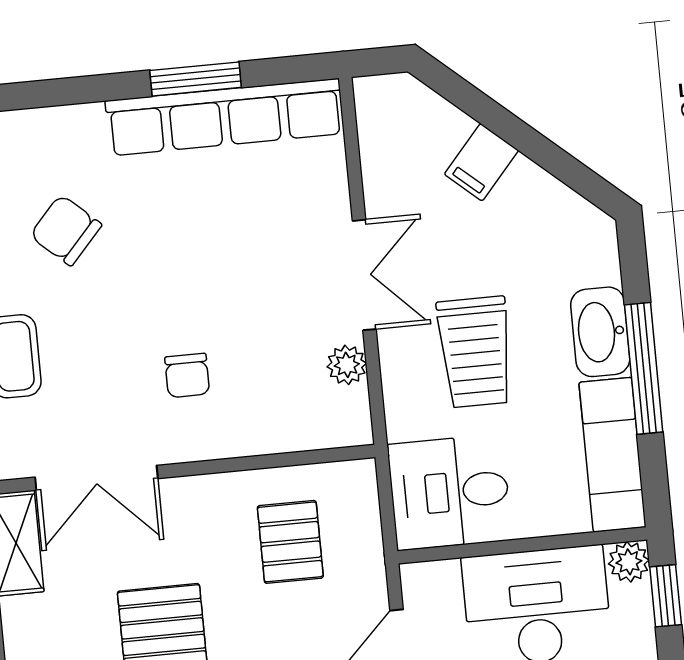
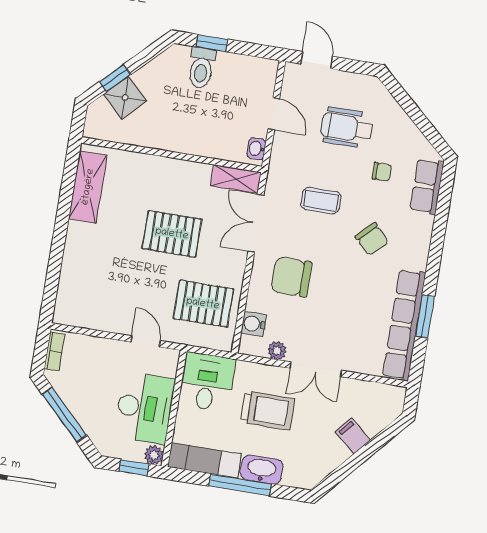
chair: (66, 230) -> (372, 239), turned 93
trolley: (475, 352) -> (267, 410), turned 180
chair: (187, 375) -> (291, 277), width x1.87, depth x1.87
water cooler: (305, 428) -> (254, 324), added
pallet: (290, 542) -> (203, 304), width x1.50, depth x1.42

